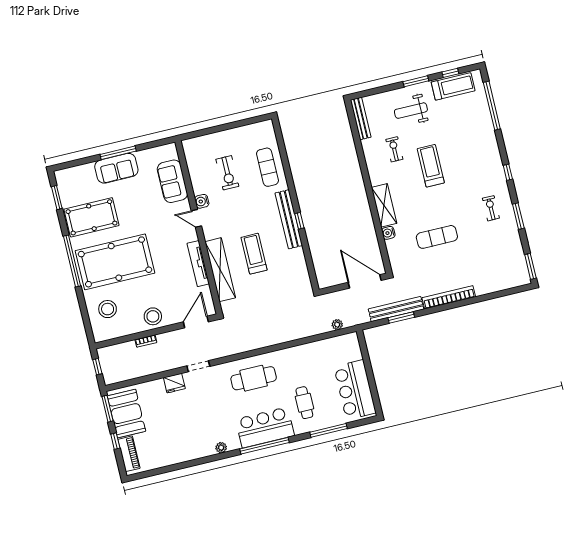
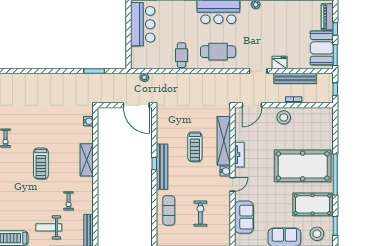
weight bench: (411, 111) -> (49, 227), turned 180
treadmill: (431, 166) -> (41, 164), moved
water cooler: (202, 201) -> (225, 171), moved
door: (196, 218) -> (232, 184), hinge flipped
water cooler: (388, 233) -> (88, 121), moved
exercise mat: (437, 237) -> (52, 126), removed
tv unit: (198, 264) -> (239, 155), width x0.71
door: (365, 281) -> (136, 105), moved
bookcase: (449, 297) -> (54, 78), removed
stool: (108, 309) -> (317, 234), moved
bench: (396, 309) -> (295, 78), moved
cafe table: (304, 403) -> (182, 55), moved

